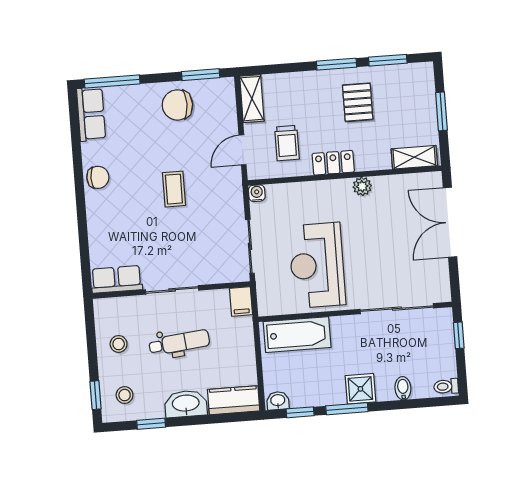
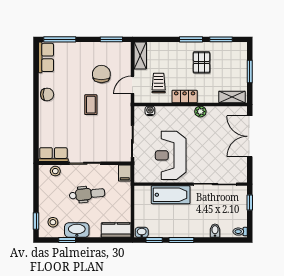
chair: (177, 105) -> (101, 74), moved, turned 90
trolley: (287, 143) -> (159, 83), turned 180
water cooler: (257, 193) -> (150, 111), moved
bathtub: (297, 335) -> (171, 195), moved
stool: (119, 344) -> (55, 171), moved
shower: (360, 389) -> (190, 229), removed
washbasin: (186, 404) -> (77, 230), moved

